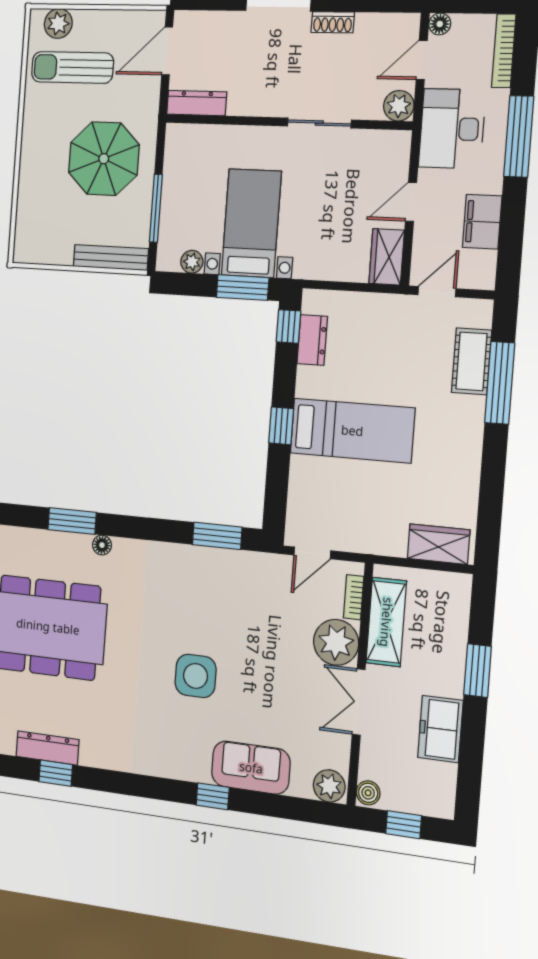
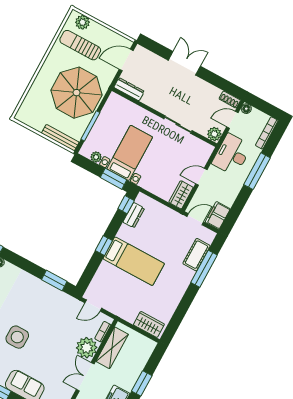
shoe rack: (333, 22) -> (230, 100), moved
parasol: (104, 159) -> (77, 93), width x1.36, depth x1.36
filing cabinet: (482, 222) -> (218, 215), moved

